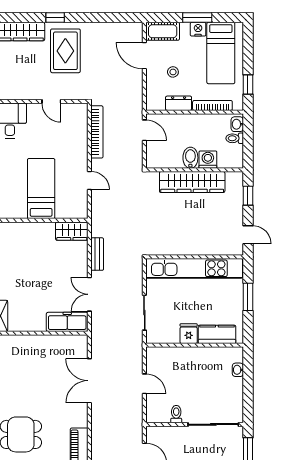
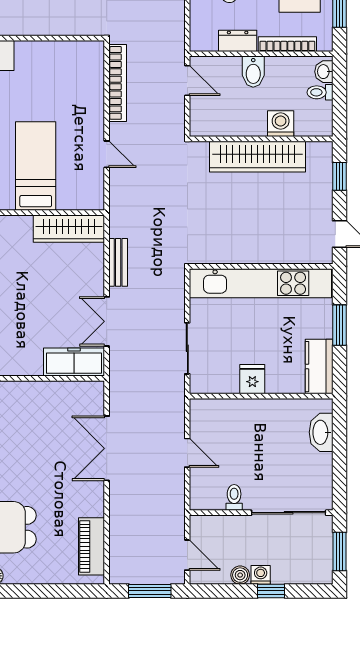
door: (51, 101) -> (51, 38), removed
bidet: (190, 158) -> (253, 72), moved, turned 180
wardrobe: (72, 231) -> (69, 229), width x1.50
kitchen counter: (217, 334) -> (319, 367), moved, turned -90
washbasin: (238, 370) -> (321, 432), width x1.91, depth x1.45

